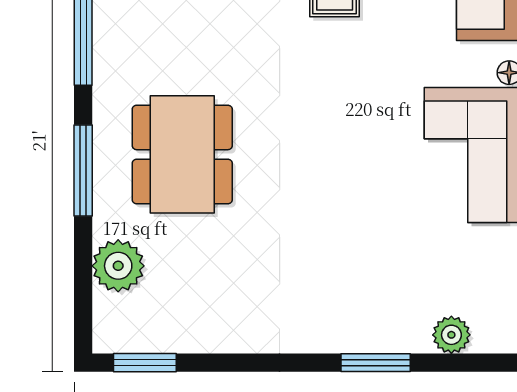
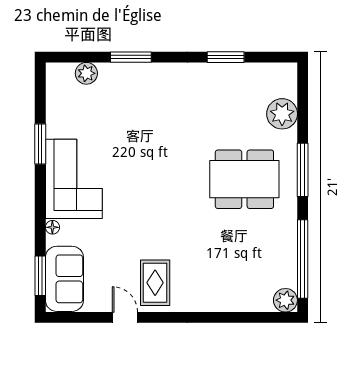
dining table: (182, 154) -> (244, 179), turned 90
window: (145, 363) -> (226, 57), moved

